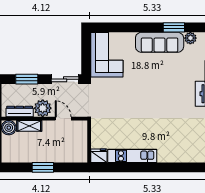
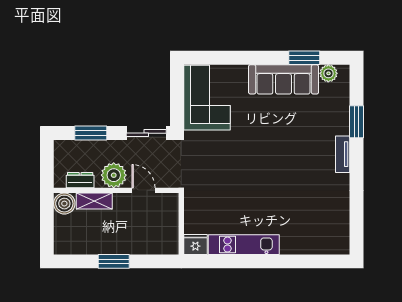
dresser: (20, 112) -> (80, 180), width x0.70

